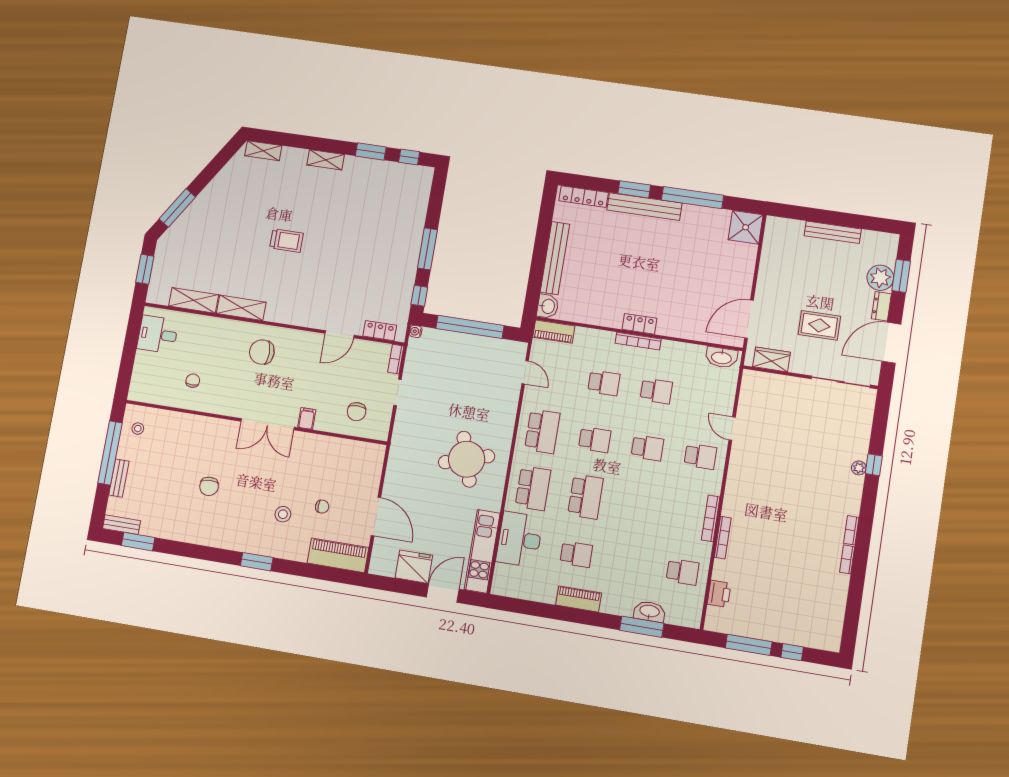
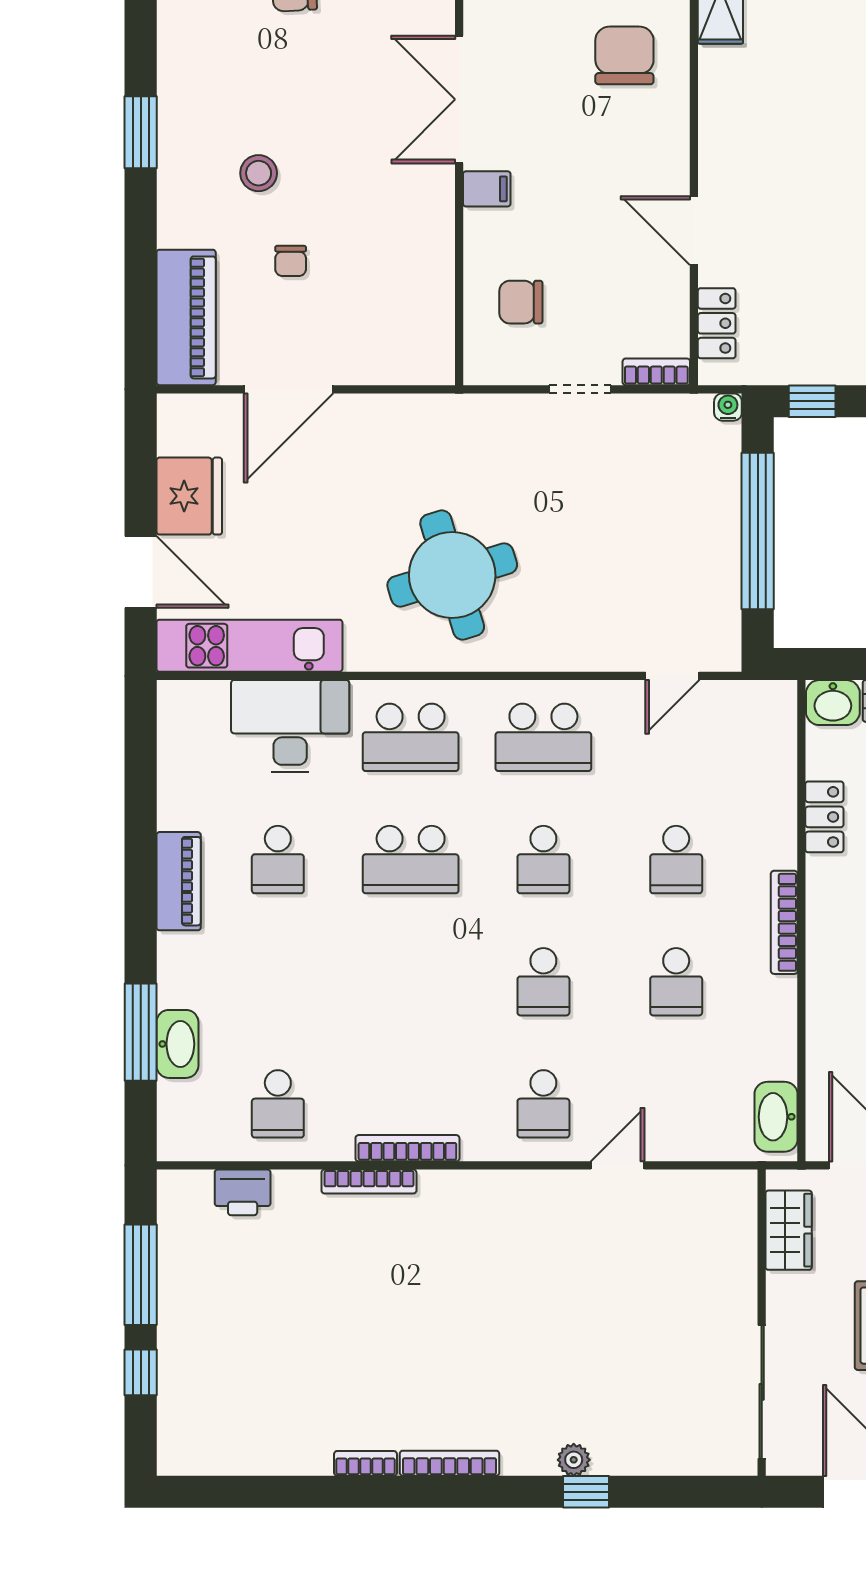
locker: (639, 324) -> (824, 817), moved
piano: (554, 332) -> (777, 726), removed
bookcase: (851, 530) -> (450, 1463), width x1.56

